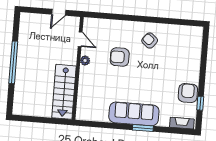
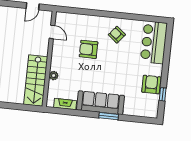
bar counter: (189, 48) -> (154, 42), added
plant: (85, 61) -> (54, 76), moved
fireplace: (182, 123) -> (65, 104), moved

